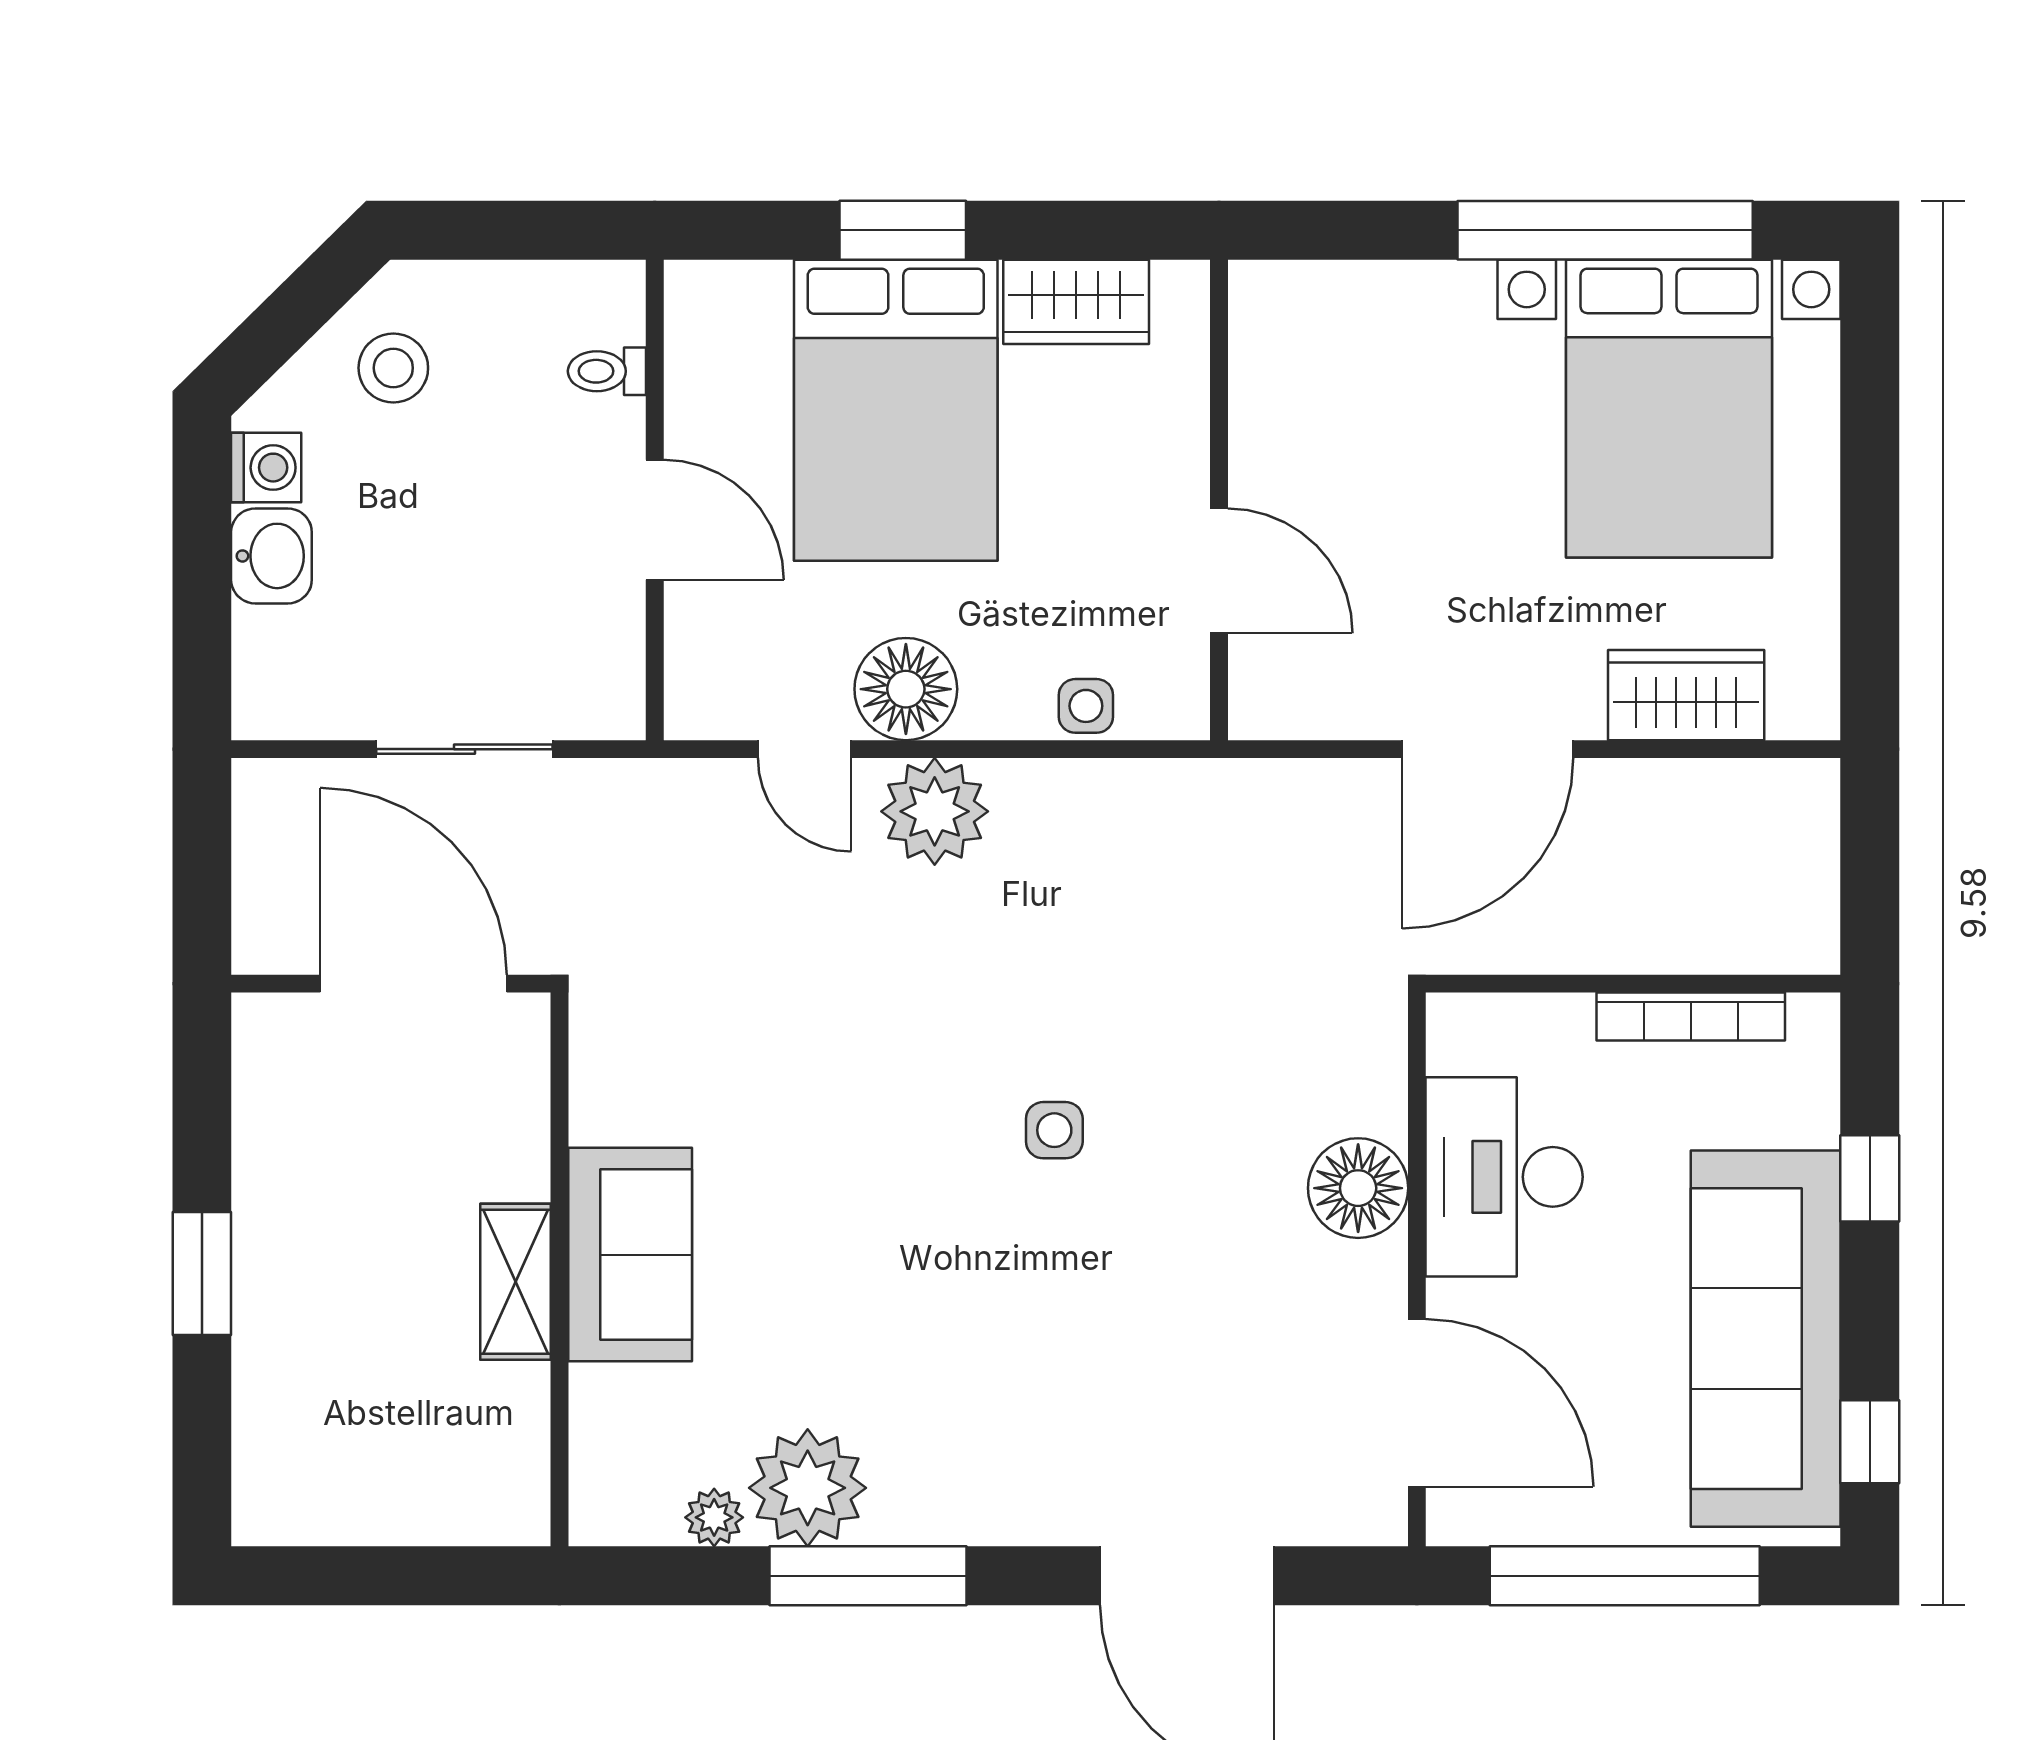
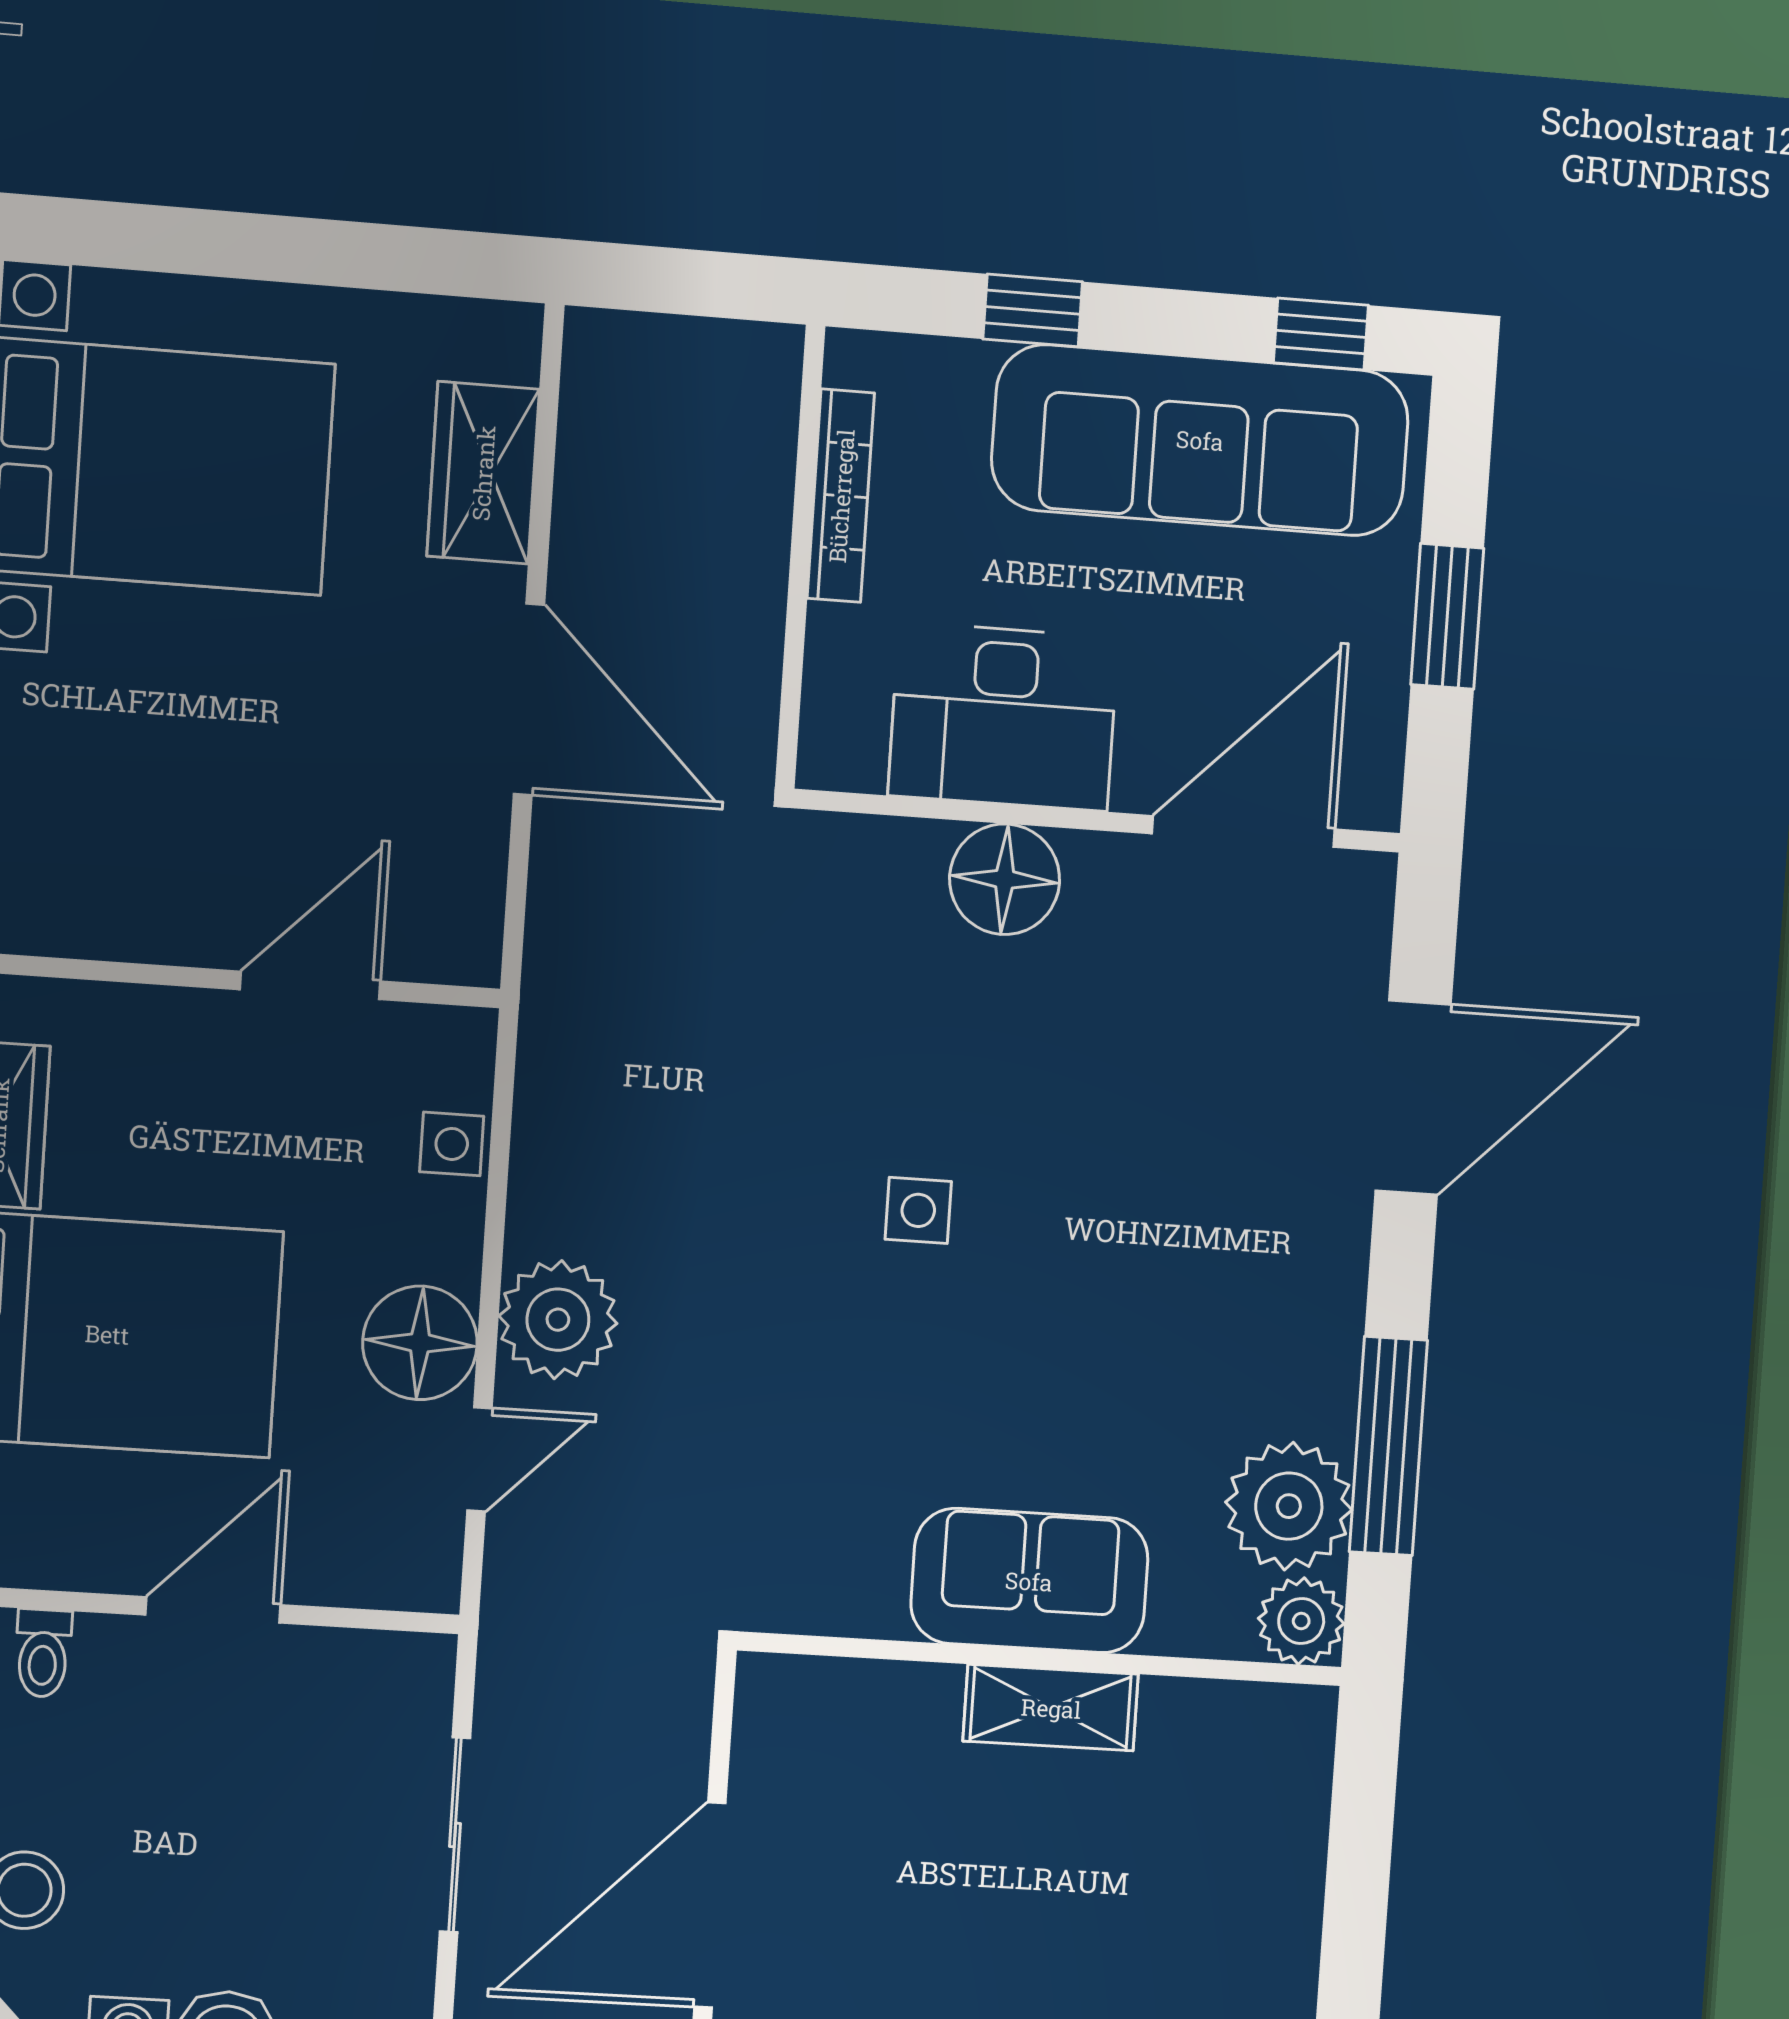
sofa: (630, 1255) -> (1029, 1581), moved
wall: (559, 1269) -> (1040, 1659), moved
shelving: (515, 1282) -> (1051, 1708), moved
plant: (714, 1517) -> (1301, 1621), width x1.38, depth x1.38
window: (1625, 1576) -> (1447, 616), width x0.47

